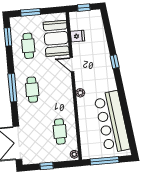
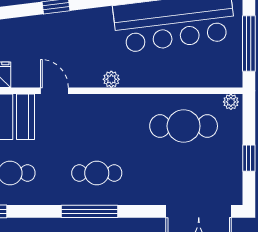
door: (72, 65) -> (54, 91), swing flipped
cafe table: (60, 131) -> (184, 126), width x1.37, depth x1.35

